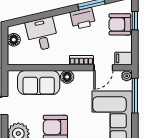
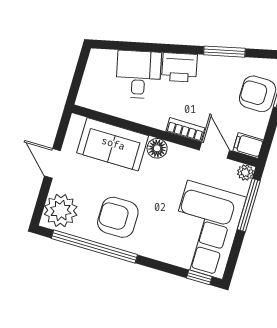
printer: (83, 18) -> (179, 67), moved
floor lamp: (14, 40) -> (95, 70), removed
door: (103, 68) -> (214, 150), swing flipped

